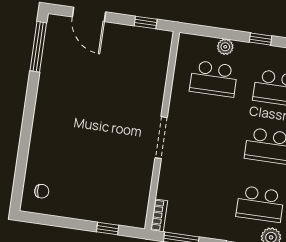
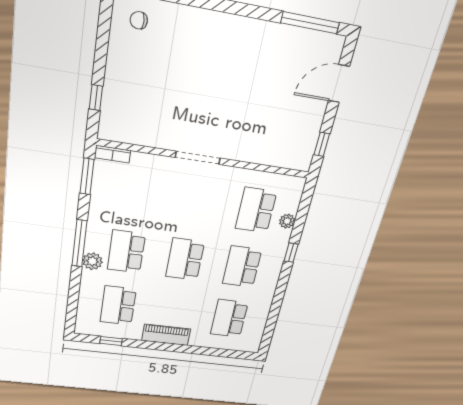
chair: (42, 191) -> (139, 20), turned 94

